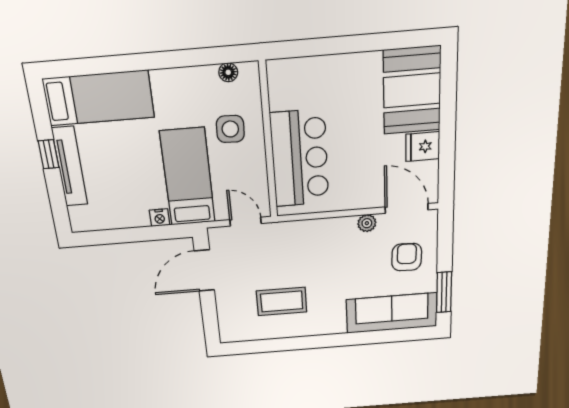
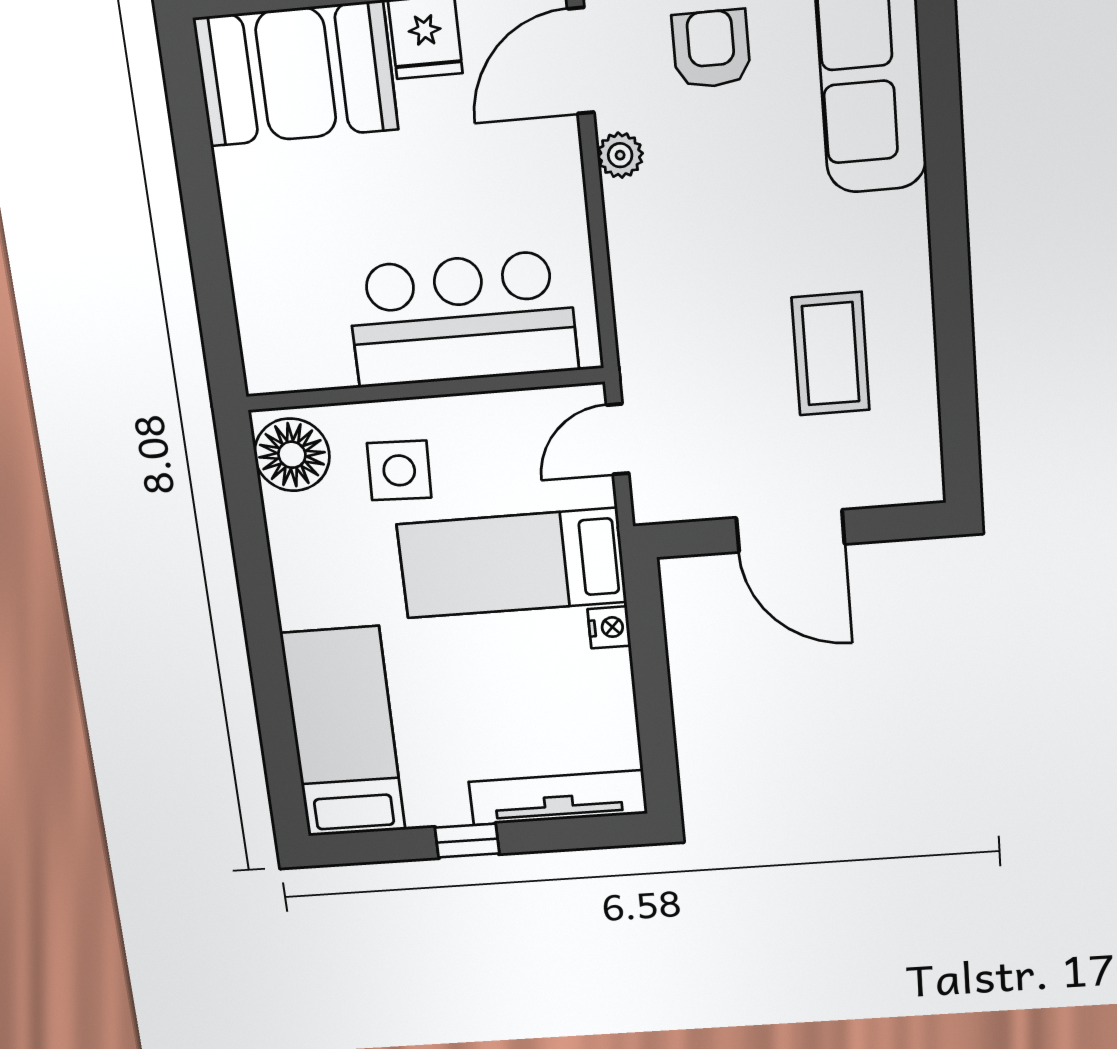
floor lamp: (228, 72) -> (292, 455), width x1.89, depth x1.89
tv unit: (70, 167) -> (558, 798), moved
armchair: (407, 257) -> (711, 49), turned 88
door: (204, 270) -> (790, 531), moved

